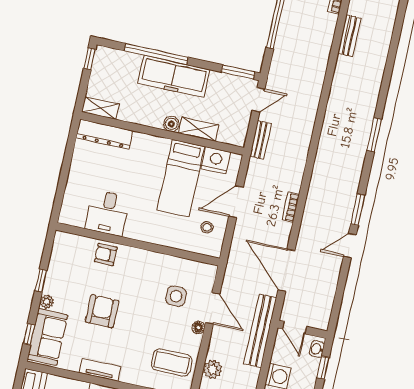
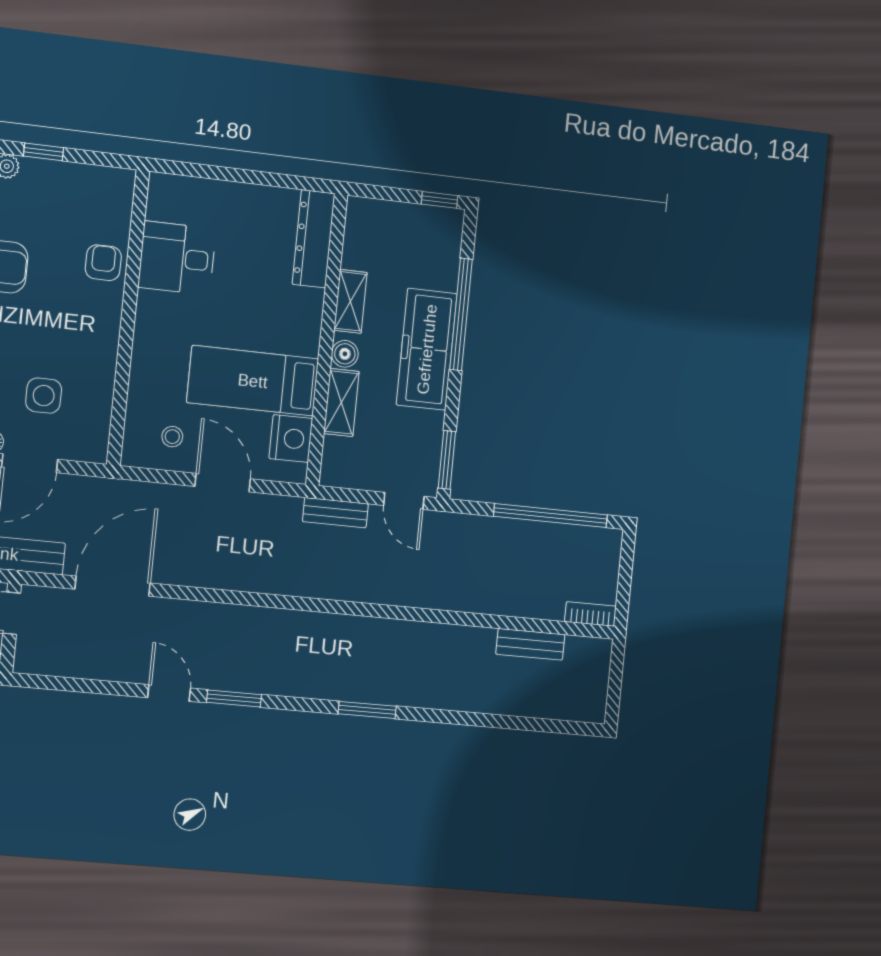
shelving: (100, 108) -> (350, 301), moved
bookcase: (291, 207) -> (225, 580), removed

